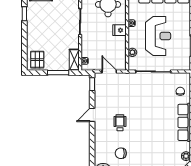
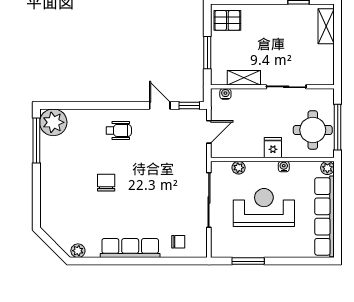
reception desk: (158, 36) -> (264, 208), turned 180
shelving: (74, 60) -> (244, 78), moved
door: (92, 115) -> (160, 105), moved
wheelchair: (120, 123) -> (119, 130), moved
chair: (121, 153) -> (106, 183), moved

